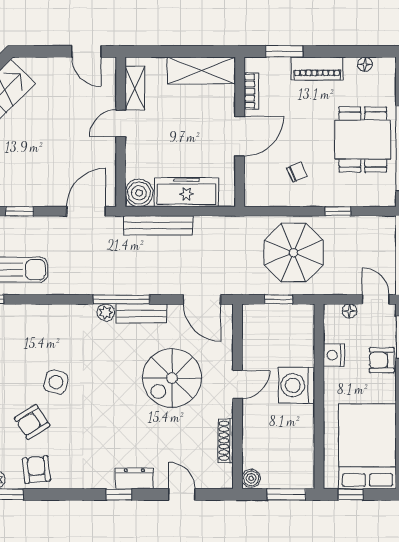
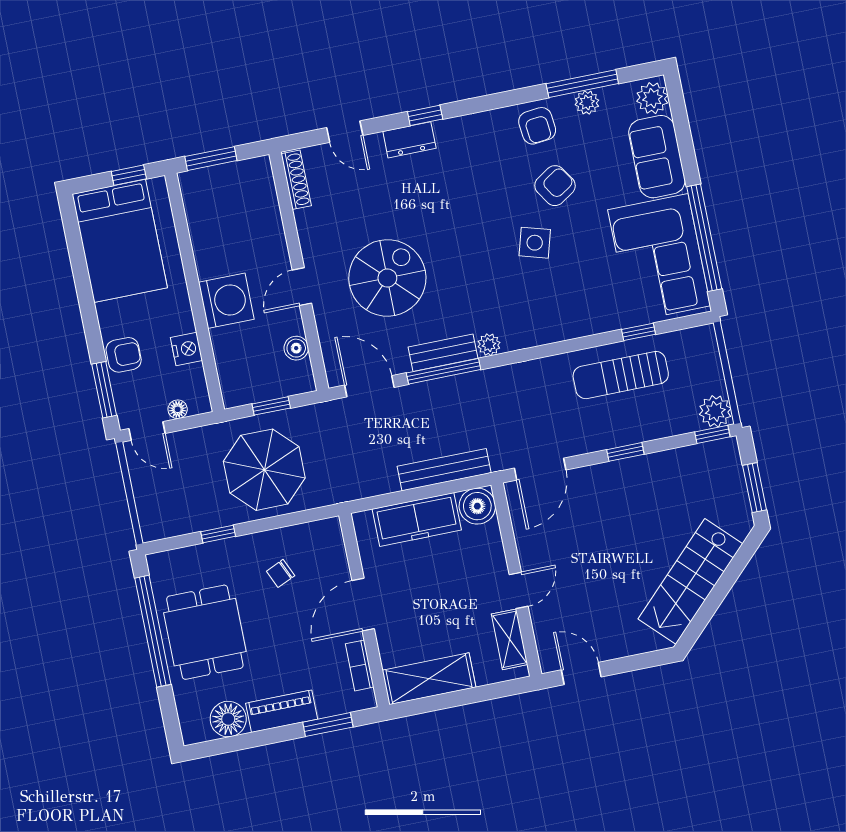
floor lamp: (365, 64) -> (228, 719), width x1.89, depth x1.89
window: (121, 299) -> (444, 371), moved
shoe rack: (226, 441) -> (296, 180), moved
boiler: (251, 478) -> (296, 348), moved

